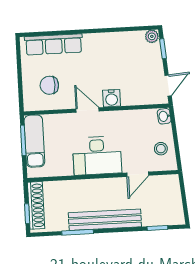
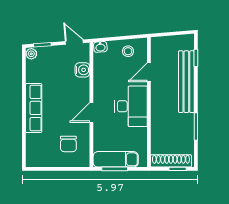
row of seats: (54, 44) -> (34, 108), moved
water cooler: (112, 98) -> (82, 70), moved
door: (138, 174) -> (149, 72), swing flipped
bench: (105, 220) -> (186, 82), moved

